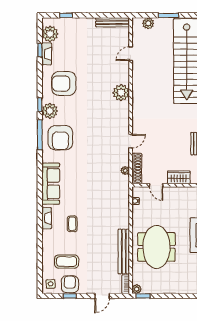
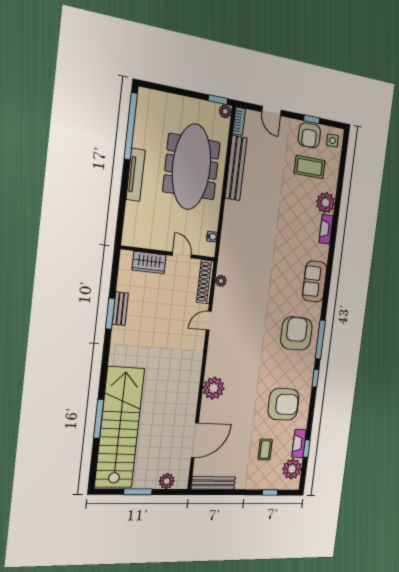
door: (131, 54) -> (195, 440), width x1.88
plant: (50, 111) -> (326, 203), moved
sofa: (51, 184) -> (315, 281), width x0.73
coffee table: (72, 224) -> (265, 450), moved
meeting table: (156, 247) -> (192, 167), width x1.36
door: (102, 296) -> (271, 111), swing flipped

